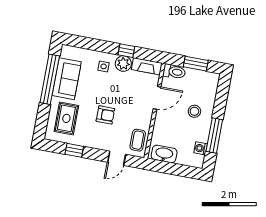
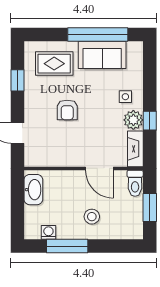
coffee table: (138, 140) -> (44, 155), removed

